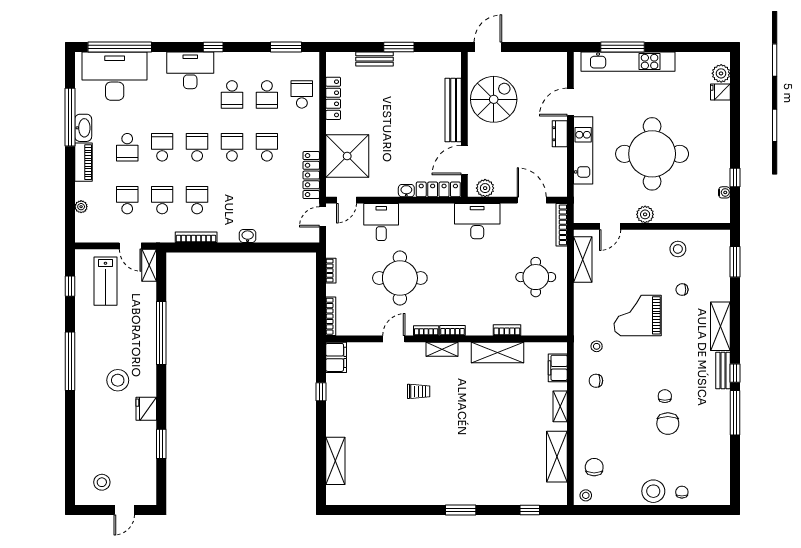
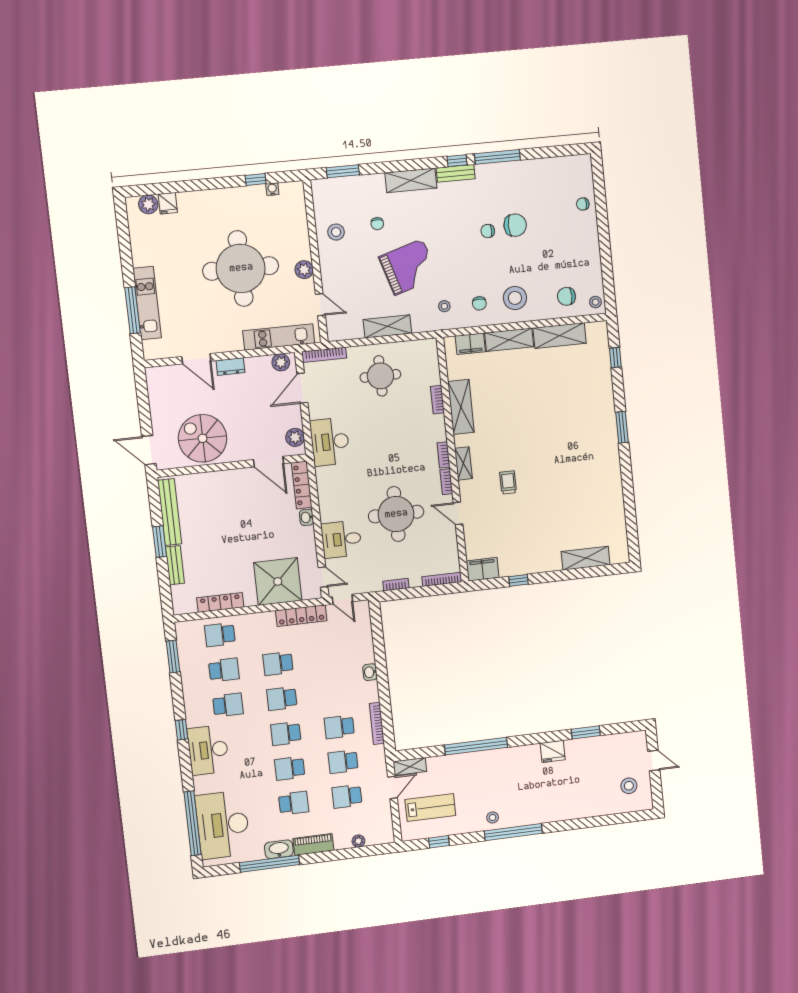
kitchen unit: (628, 62) -> (147, 303), width x0.73
bench: (453, 110) -> (170, 512), moved, turned 90
kitchen unit: (583, 150) -> (279, 337), moved
plant: (559, 182) -> (281, 362), added
shelving: (583, 260) -> (387, 326), moved
grand piano: (638, 315) -> (409, 267), turned -107
stool: (118, 380) -> (493, 817), moved, width x0.53, depth x0.53
shelving: (560, 406) -> (509, 340), width x1.50, depth x1.33
stool: (653, 491) -> (515, 298), moved

